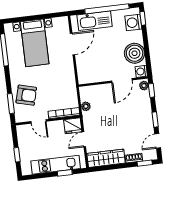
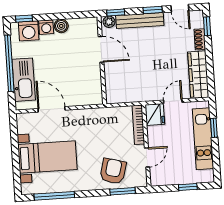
boiler: (135, 53) -> (61, 26), width x0.54, depth x0.54
washing machine: (141, 71) -> (46, 27), moved
plant: (86, 106) -> (131, 97), removed
bench: (146, 110) -> (140, 21), added
door: (84, 139) -> (173, 101), swing flipped

